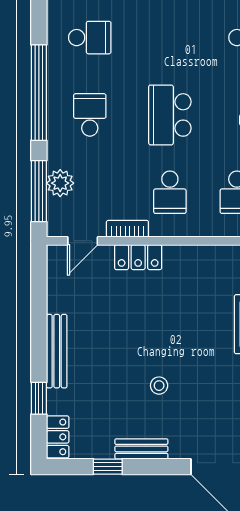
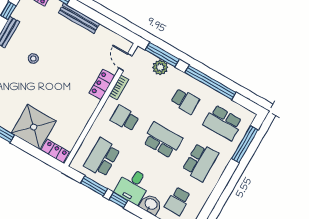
school desk: (90, 38) -> (223, 123), width x1.85
school desk: (170, 38) -> (200, 162), added

